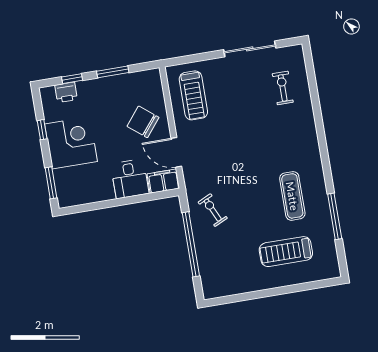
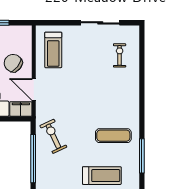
exercise mat: (292, 196) -> (113, 136), turned 90
exercise bike: (213, 210) -> (53, 136), width x1.38, depth x1.39
treadmill: (286, 252) -> (102, 176), turned 180

